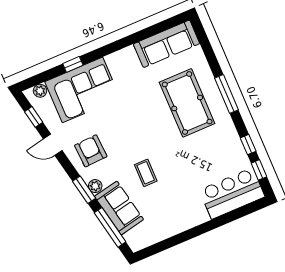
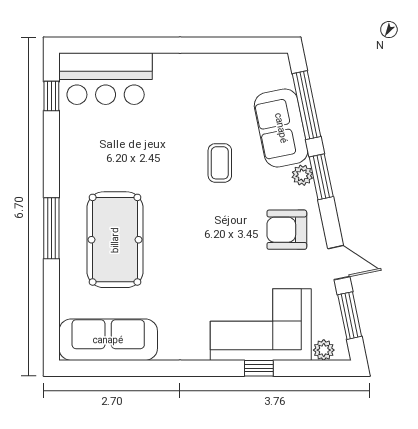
window: (34, 117) -> (350, 316), width x1.50
window: (248, 145) -> (51, 140), removed
armchair: (91, 151) -> (287, 230), turned 93

